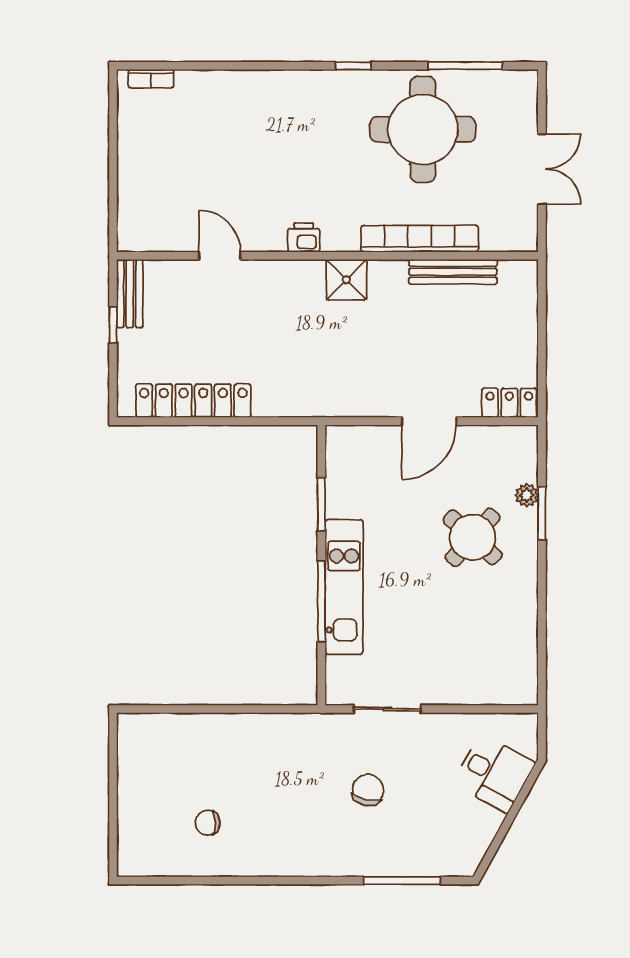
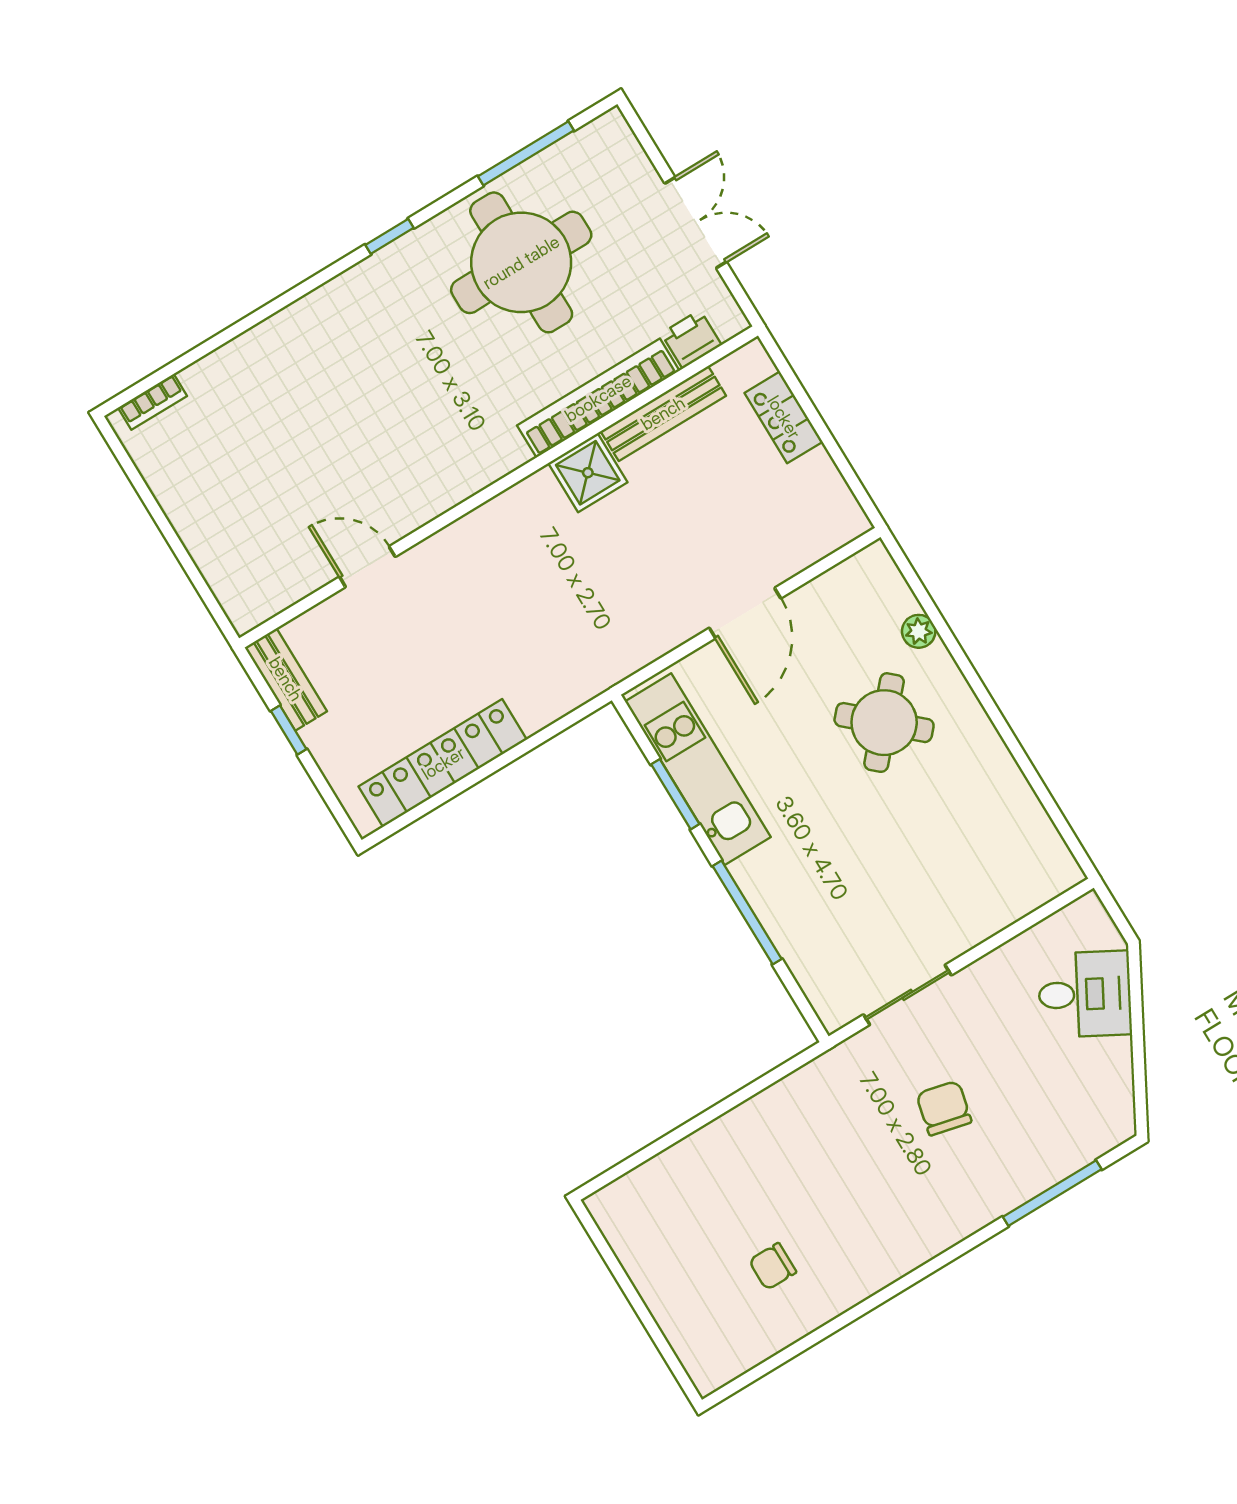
printer: (304, 237) -> (691, 339), moved
shower: (346, 280) -> (588, 473), moved
locker: (509, 403) -> (784, 417), moved, turned -90
window: (542, 513) -> (951, 642), removed
kitchen unit: (344, 587) -> (698, 769), moved

